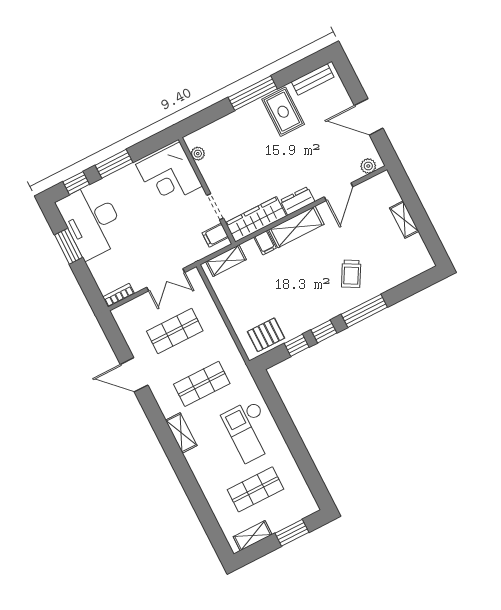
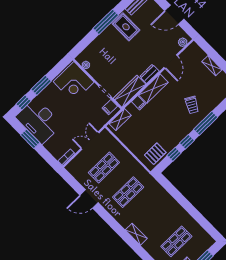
double door: (166, 280) -> (90, 141), swing flipped
checkout: (250, 431) -> (163, 210), removed
shelving: (181, 433) -> (136, 234), moved

